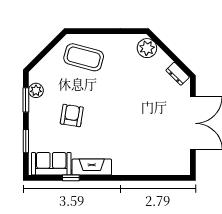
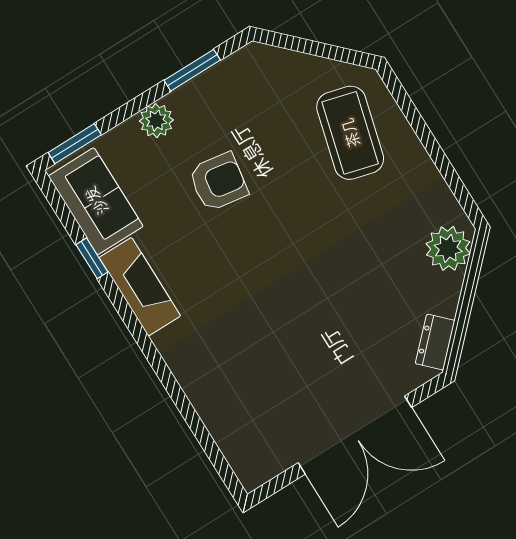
plant: (36, 90) -> (156, 121), moved
window: (26, 141) -> (75, 144), moved

